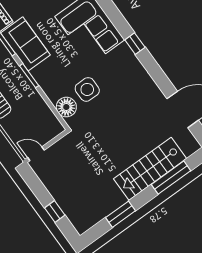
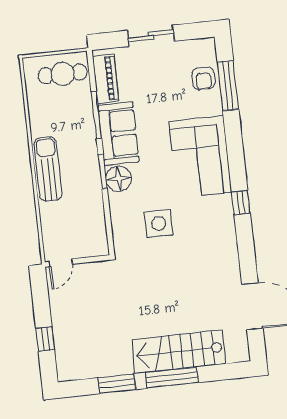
floor lamp: (66, 107) -> (119, 179), moved
door: (36, 154) -> (61, 263), swing flipped
window: (171, 178) -> (172, 378), moved

